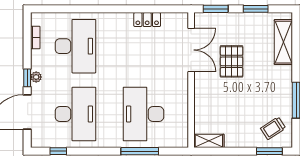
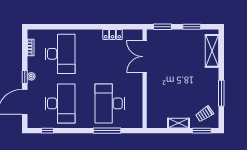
double door: (191, 50) -> (145, 57), swing flipped
pallet: (232, 61) -> (174, 65), removed
shelving: (209, 141) -> (179, 123), moved

